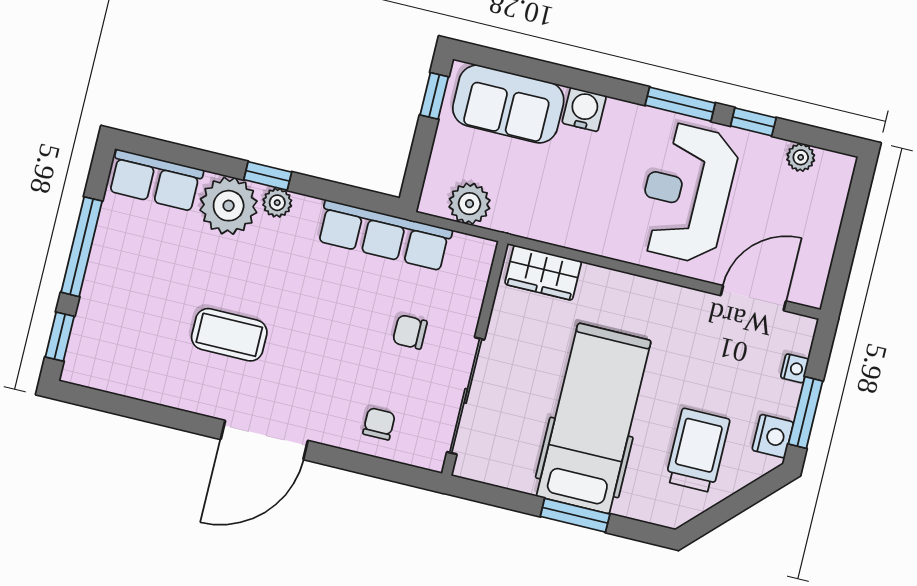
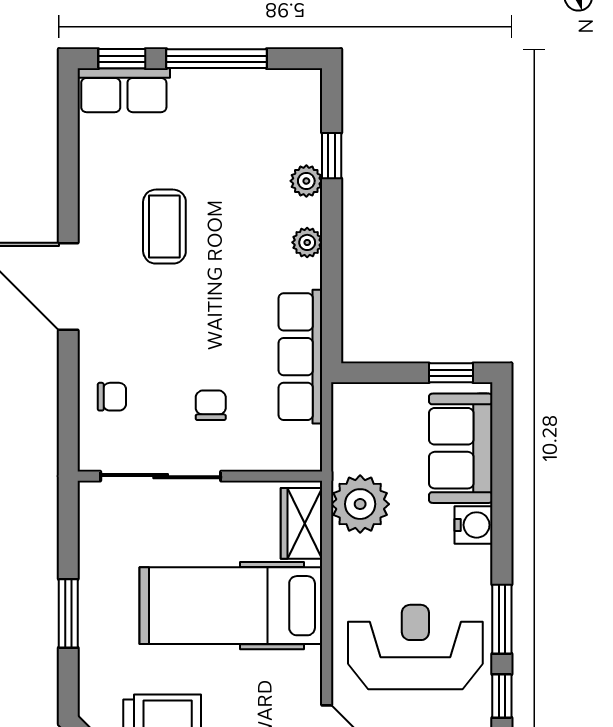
window: (268, 176) -> (332, 156), moved
row of seats: (155, 180) -> (124, 90), moved, turned -90
plant: (470, 204) -> (360, 504), moved, width x1.36, depth x1.36
plant: (229, 206) -> (306, 181), width x0.53, depth x0.53
hospital bed: (594, 418) -> (231, 606), moved, turned 180

